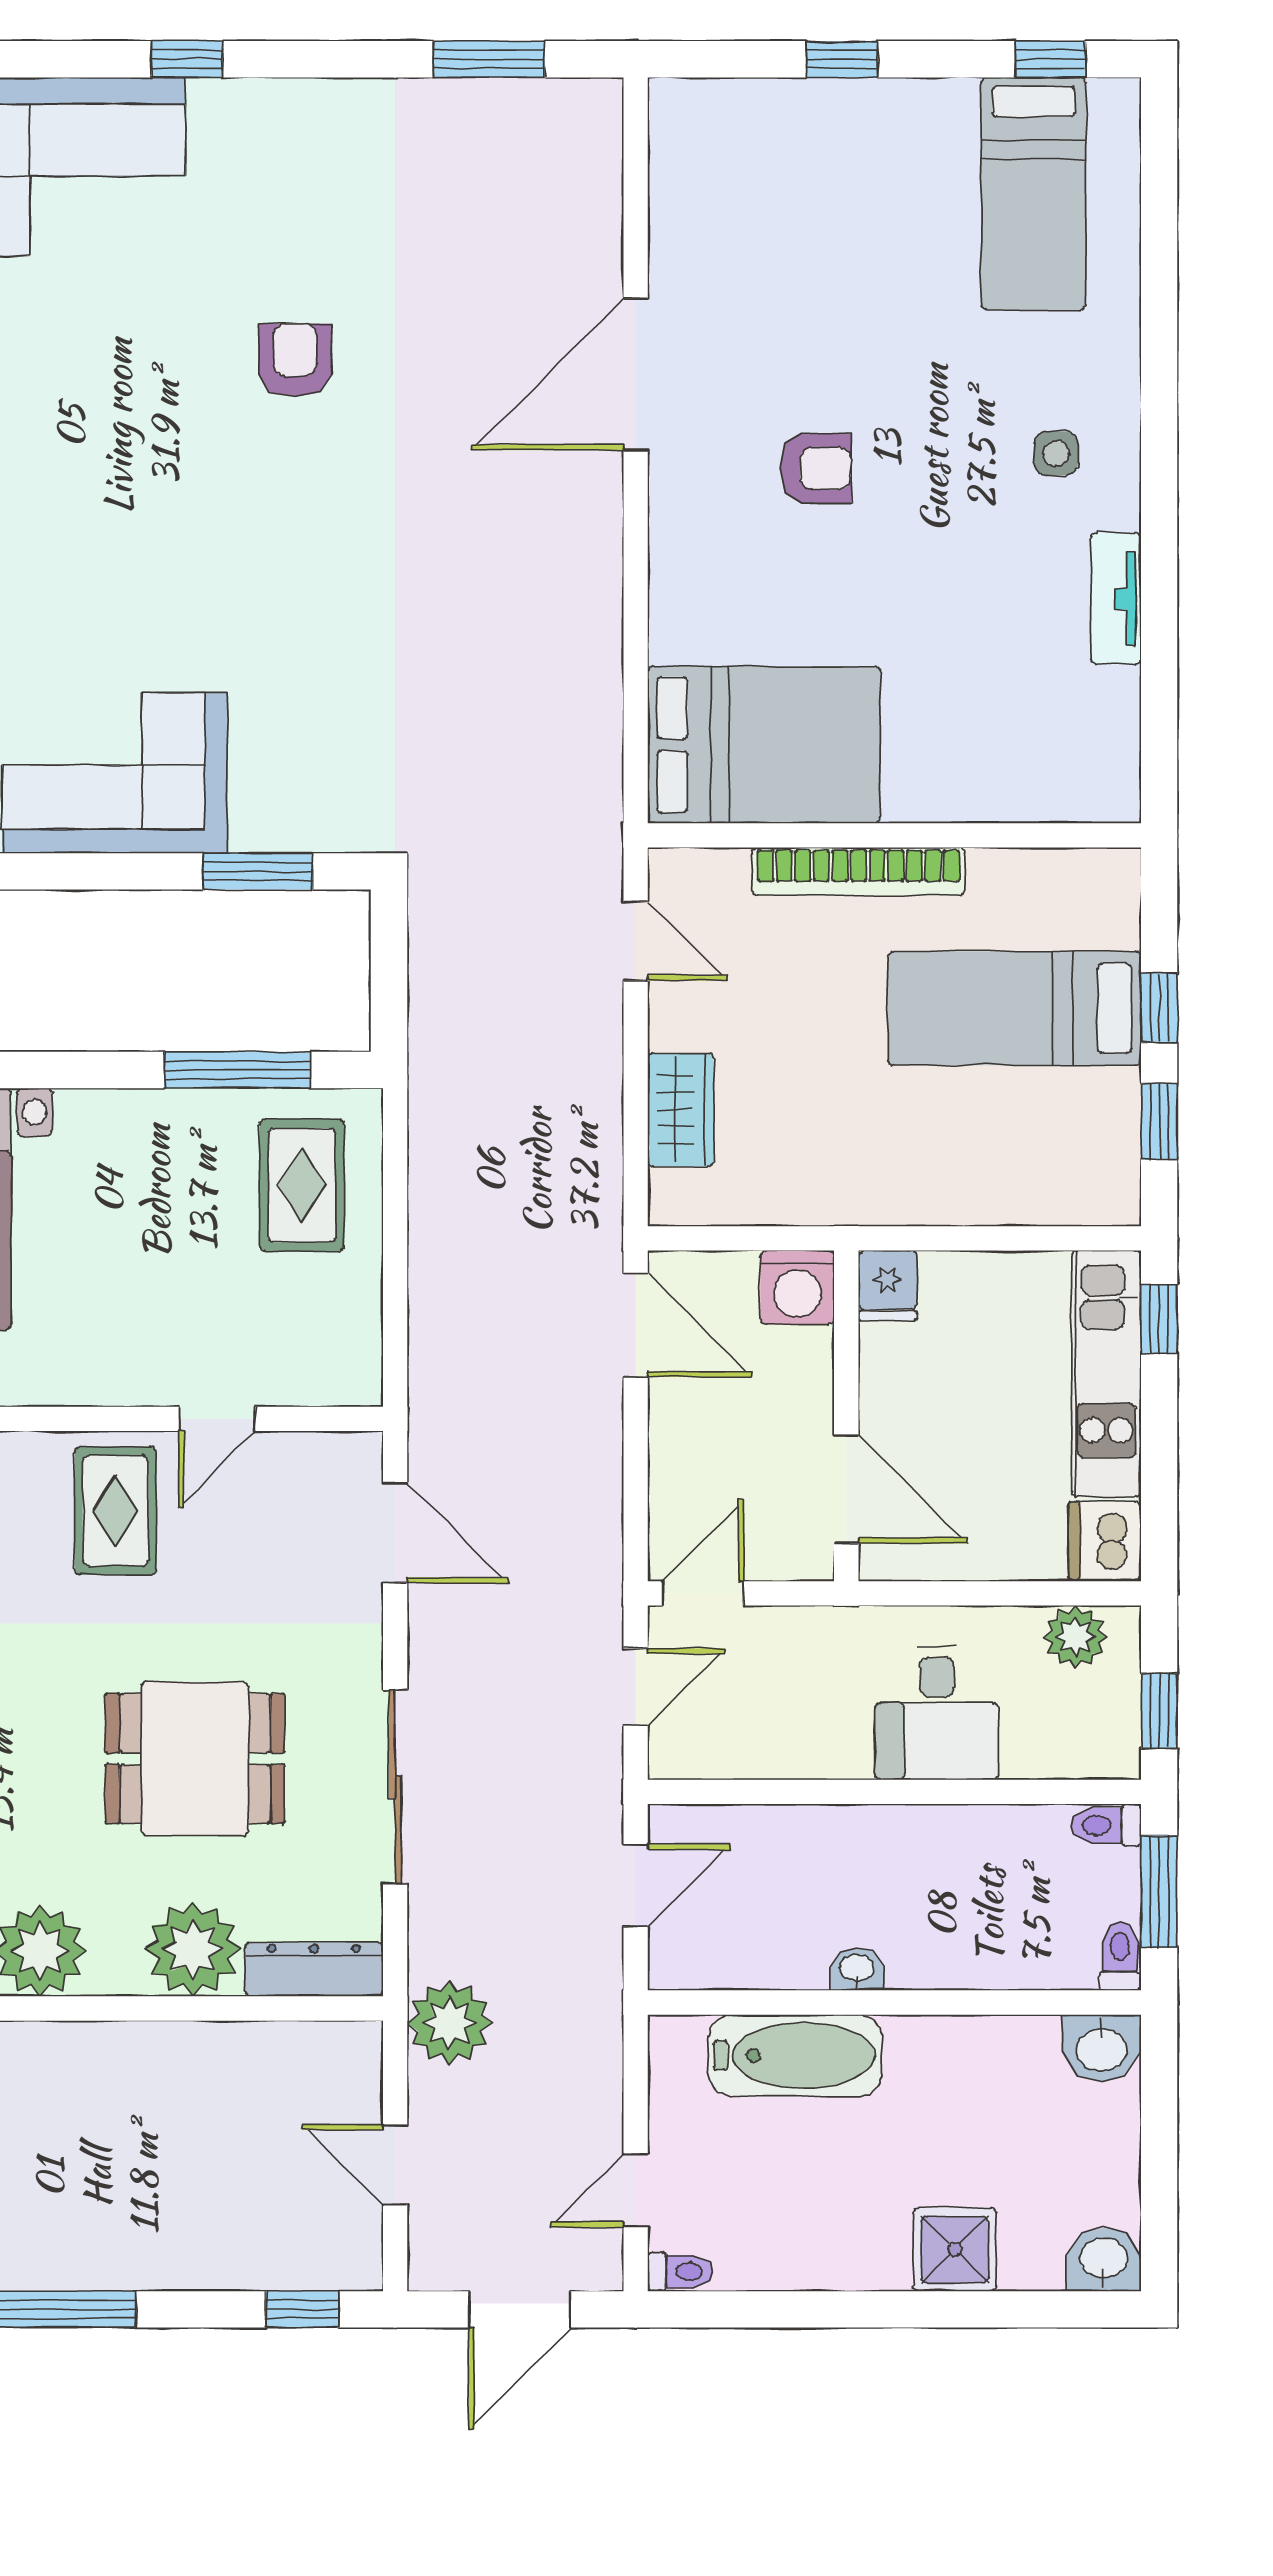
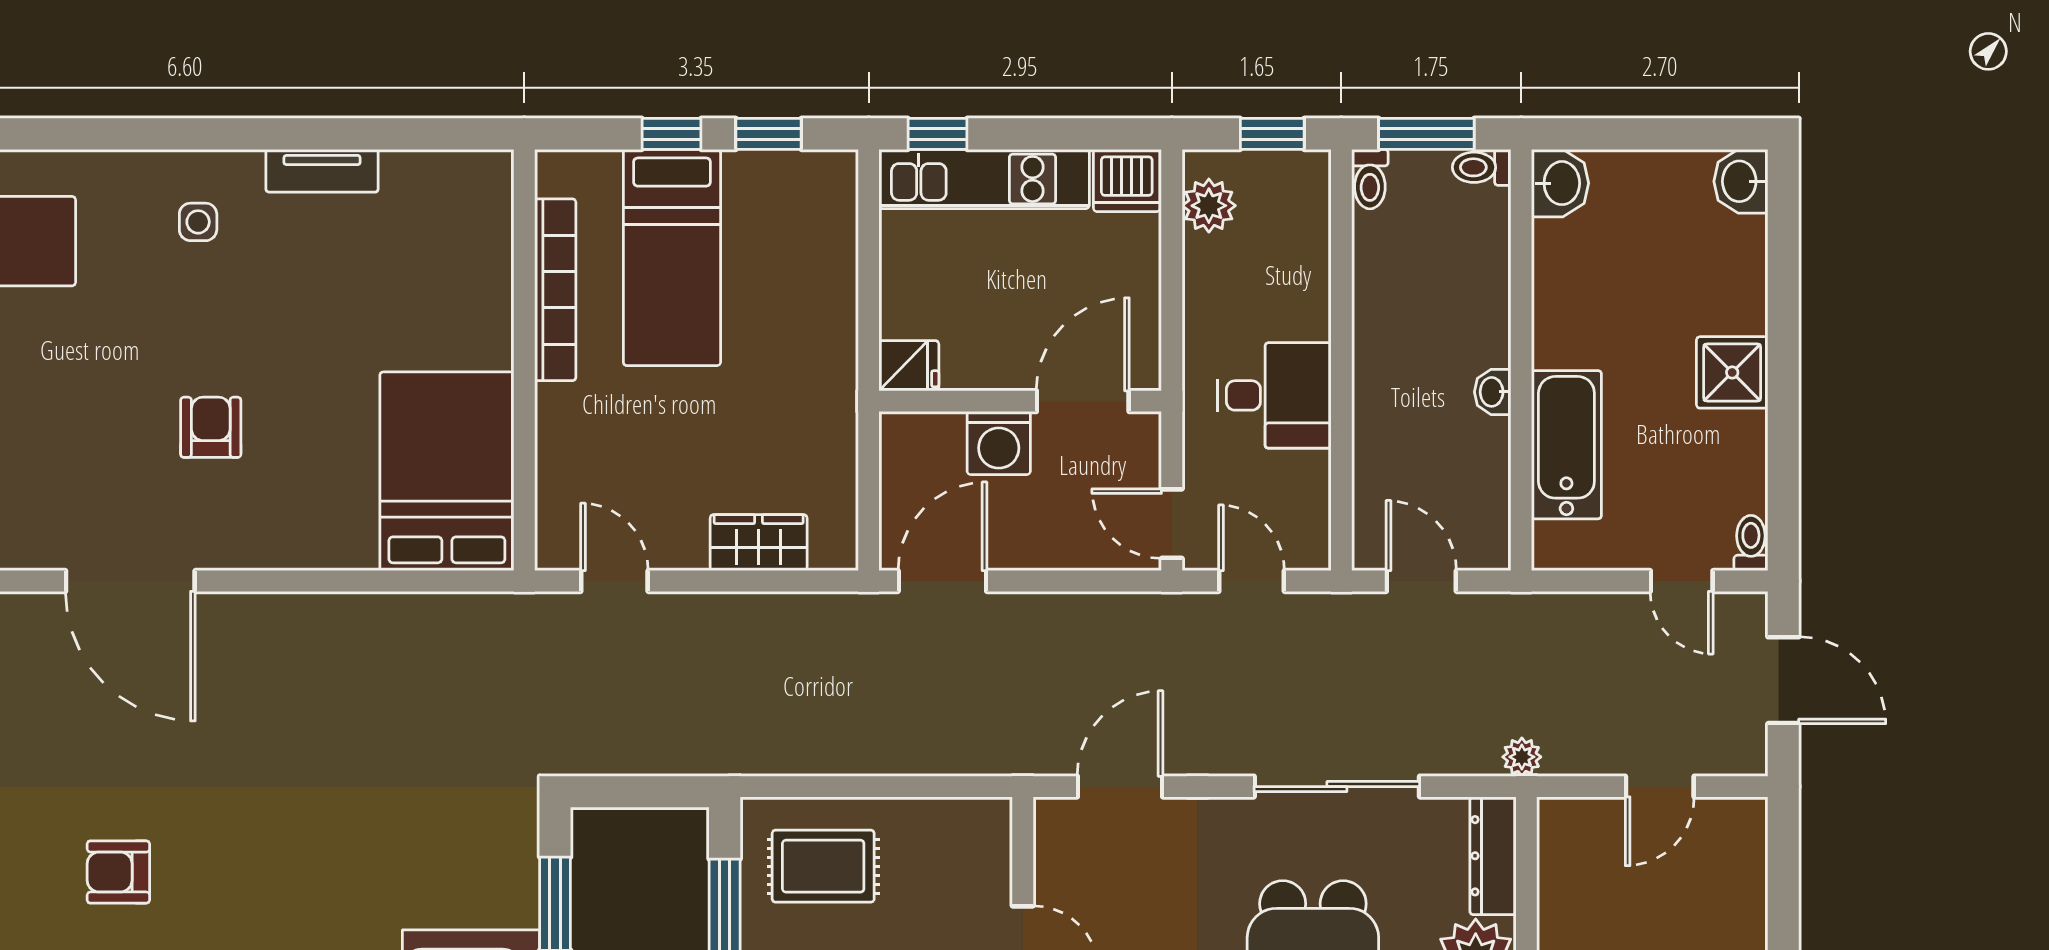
bookcase: (859, 872) -> (555, 290), moved
door: (636, 941) -> (614, 581), hinge flipped
washing machine: (797, 1287) -> (999, 443), moved, turned 90
desk: (937, 1713) -> (1274, 395), moved
plant: (449, 2023) -> (1522, 757), width x0.53, depth x0.53
shower: (955, 2249) -> (1732, 372), moved
window: (302, 2309) -> (1783, 866), removed

